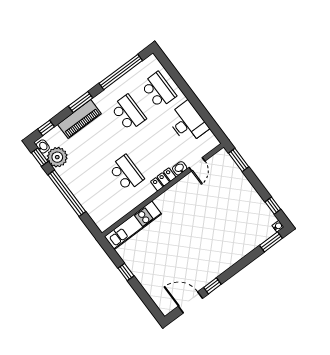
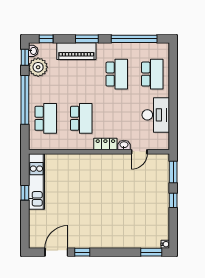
school desk: (96, 196) -> (46, 118), added
window: (273, 206) -> (173, 200), moved
kitchen unit: (133, 225) -> (36, 181), moved, turned -90
door: (190, 302) -> (56, 252), hinge flipped

